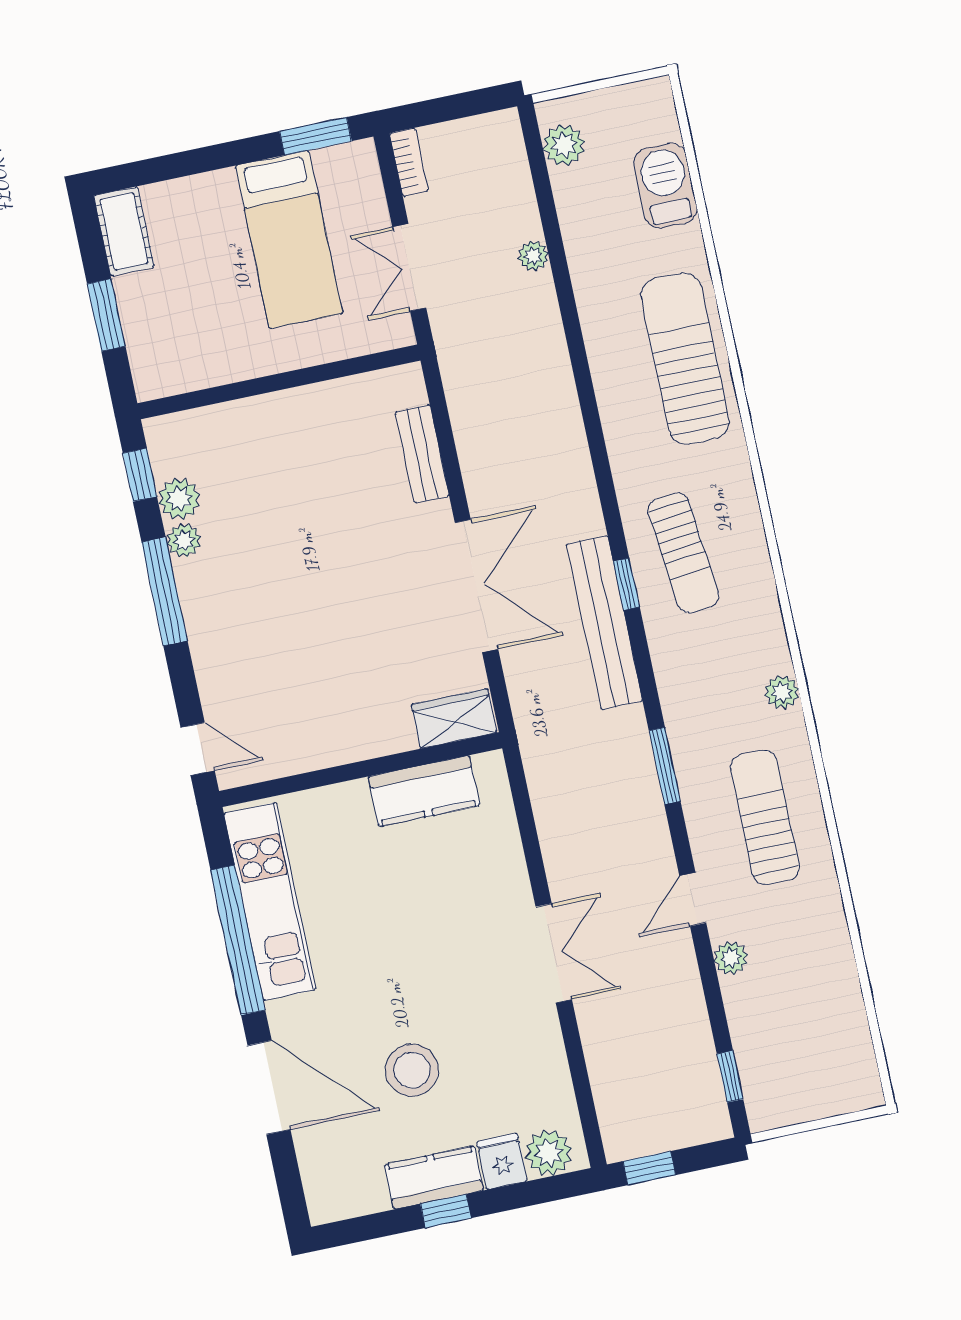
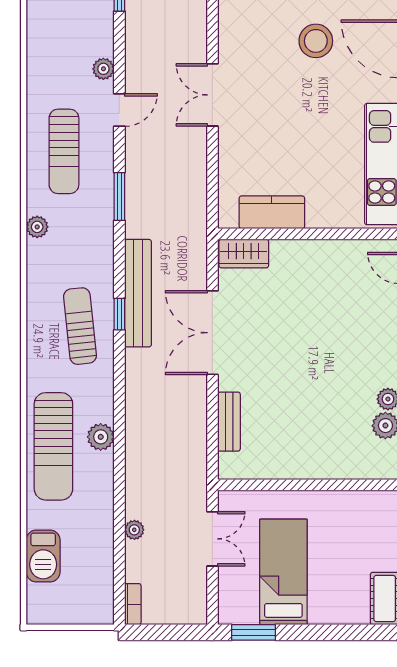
plant: (564, 145) -> (101, 437), moved
bookcase: (409, 162) -> (133, 604), moved, turned 180

